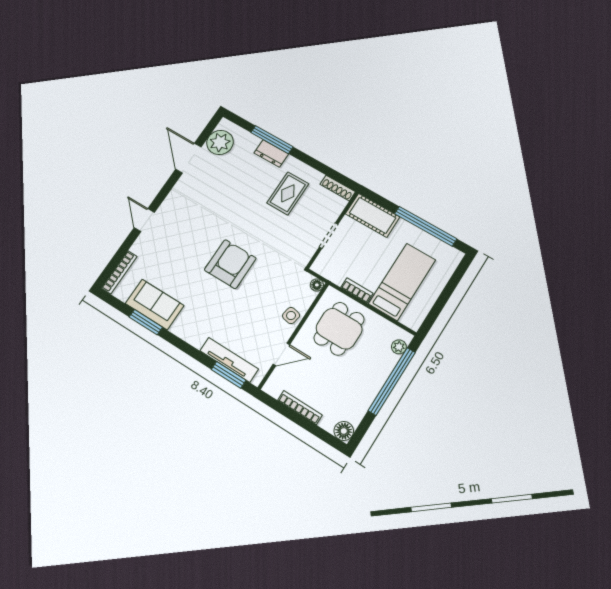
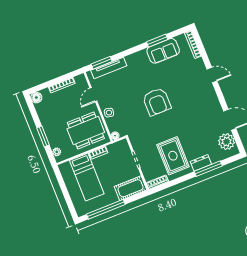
rug: (288, 193) -> (173, 156), width x1.36, depth x1.43
dining table: (339, 329) -> (86, 131), width x1.38
window: (392, 381) -> (43, 136), width x0.47

